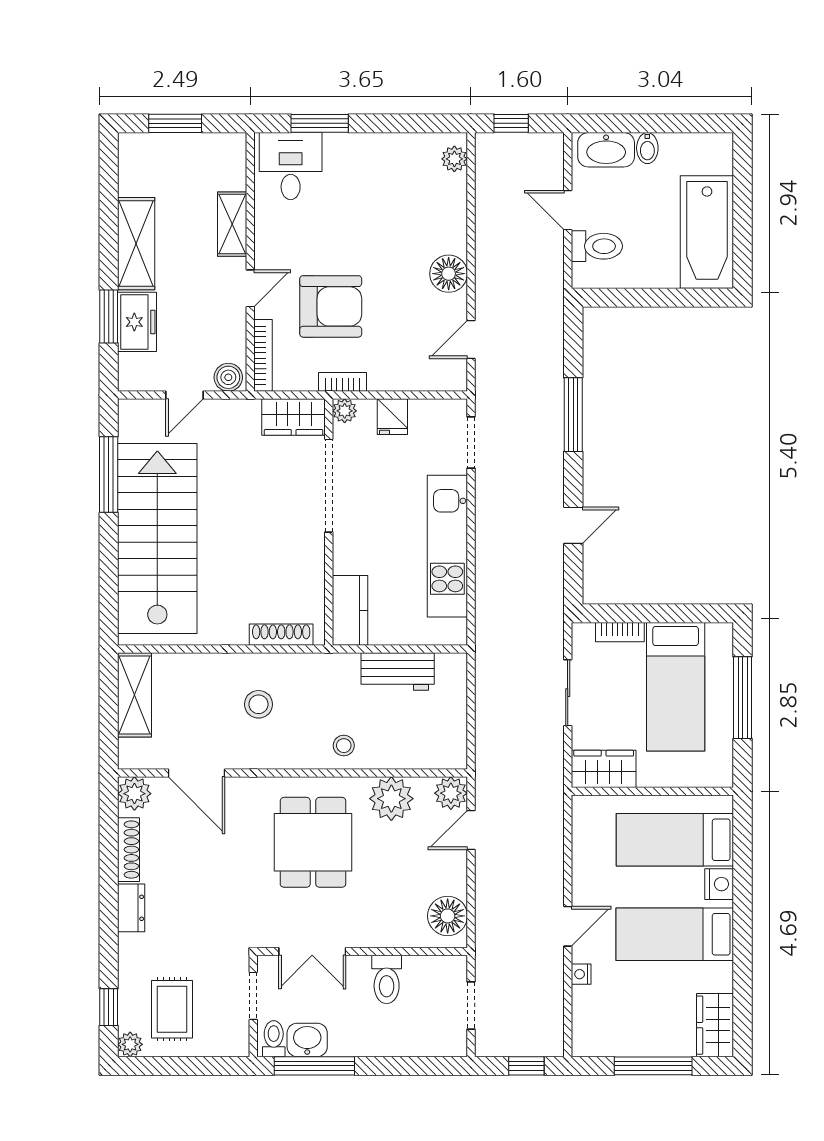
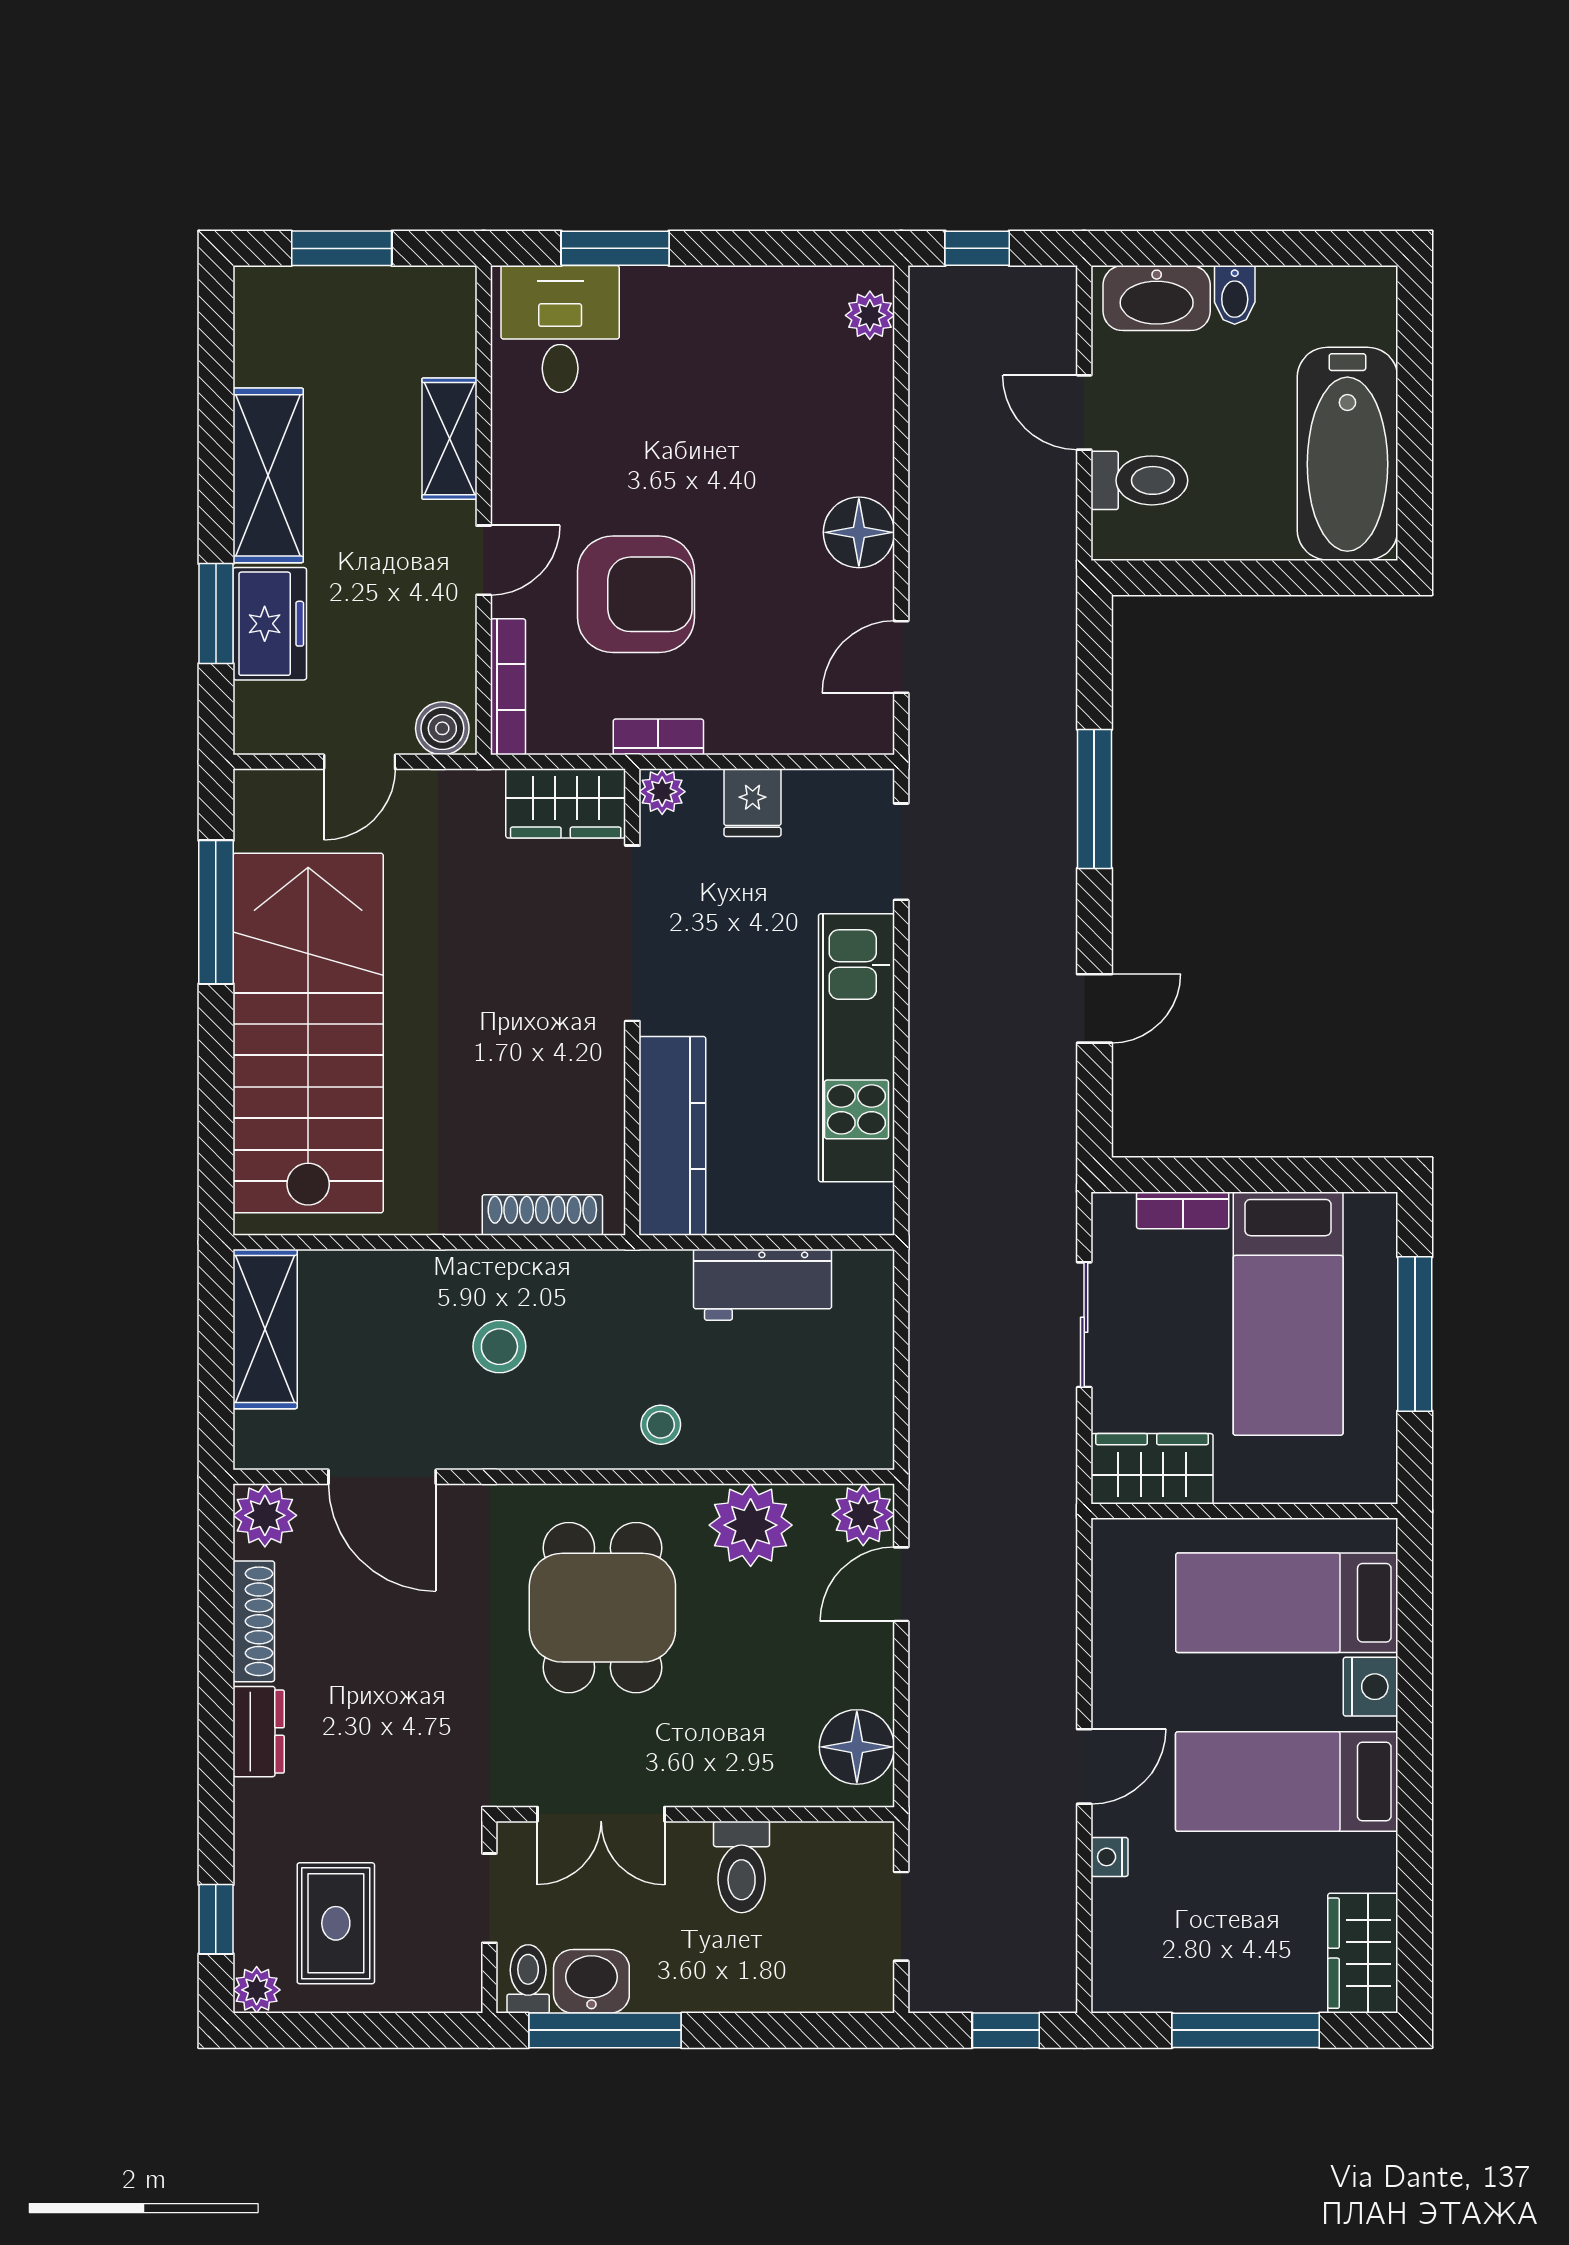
kitchen counter: (350, 610) -> (672, 1136), width x1.50

